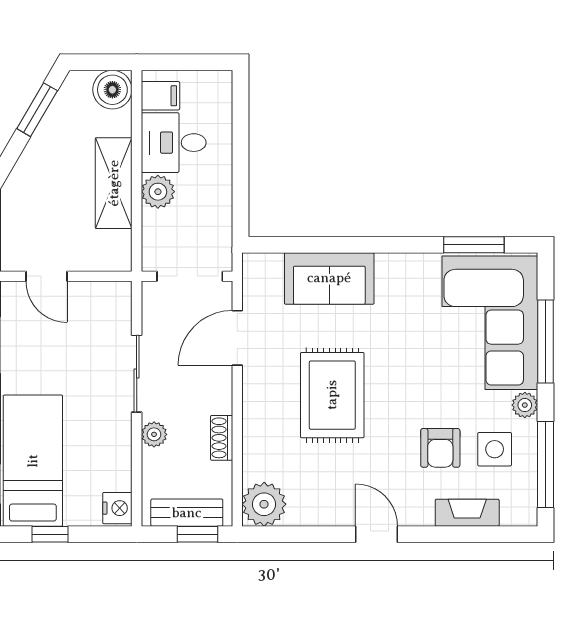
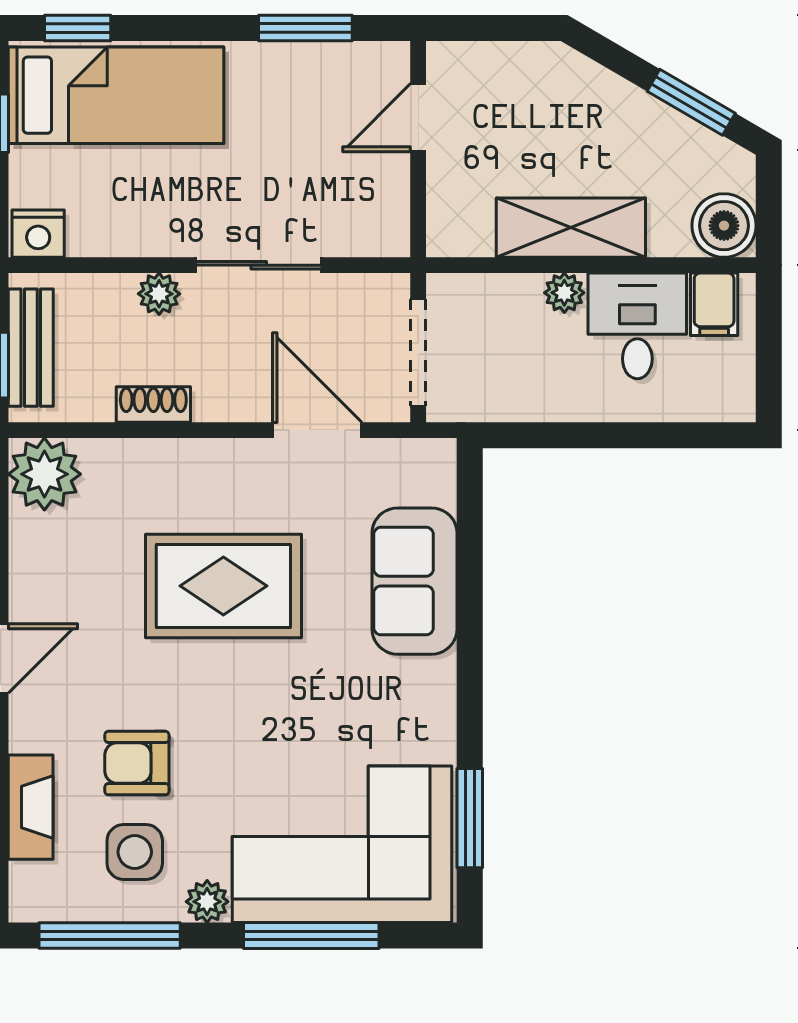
plant: (158, 192) -> (564, 293), width x0.73, depth x0.73

